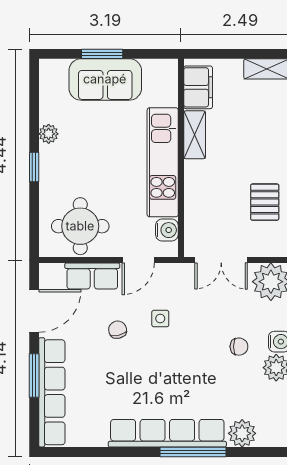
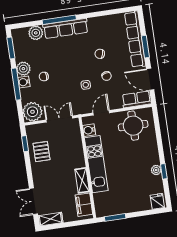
window: (102, 54) -> (115, 217), moved
fridge: (55, 73) -> (157, 201), added
sofa: (105, 79) -> (131, 202), removed
window: (34, 167) -> (164, 171), moved
row of seats: (92, 276) -> (137, 99), moved
door: (34, 311) -> (150, 79), hinge flipped
chair: (124, 374) -> (100, 54), added
row of seats: (167, 433) -> (66, 28), width x0.73

